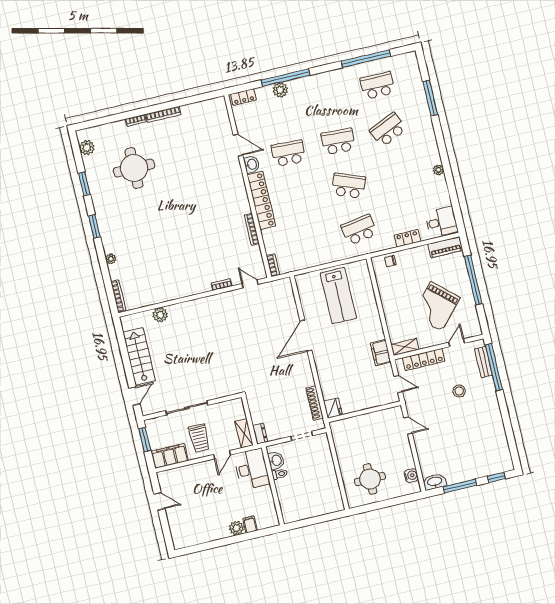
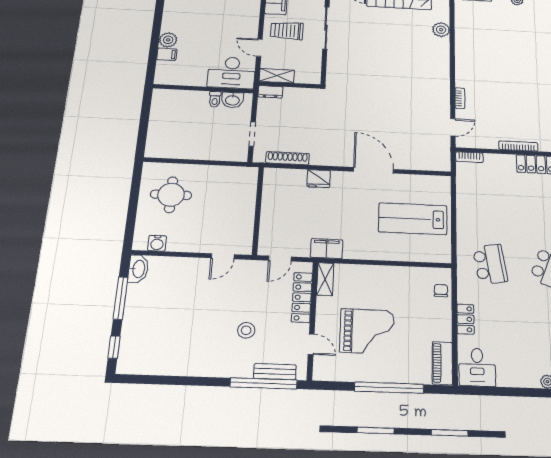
grand piano: (436, 306) -> (367, 331), turned 138
fridge: (333, 408) -> (319, 179), moved

